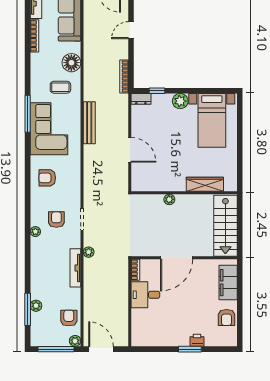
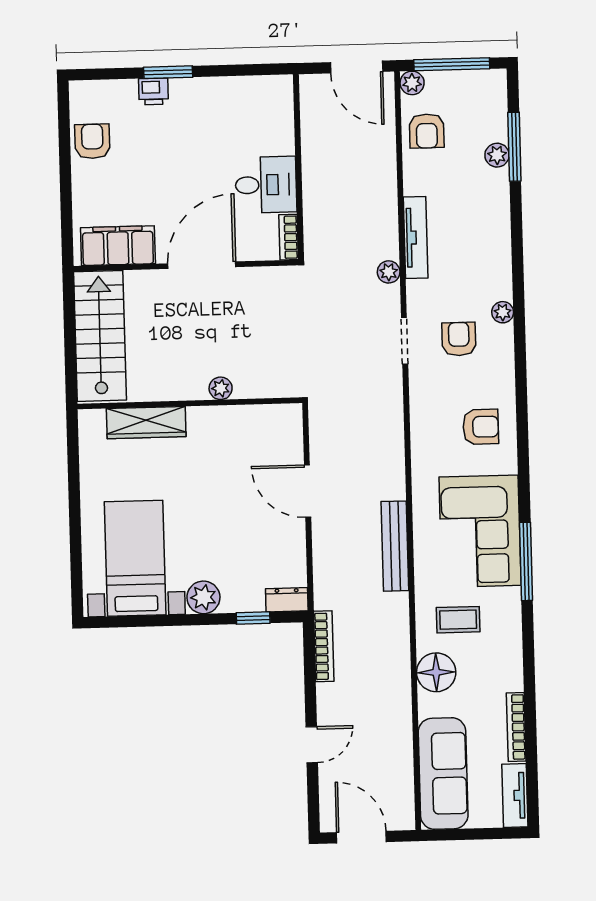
armchair: (56, 220) -> (459, 339), turned 180
filing cabinet: (228, 283) -> (118, 246), moved, turned -90

